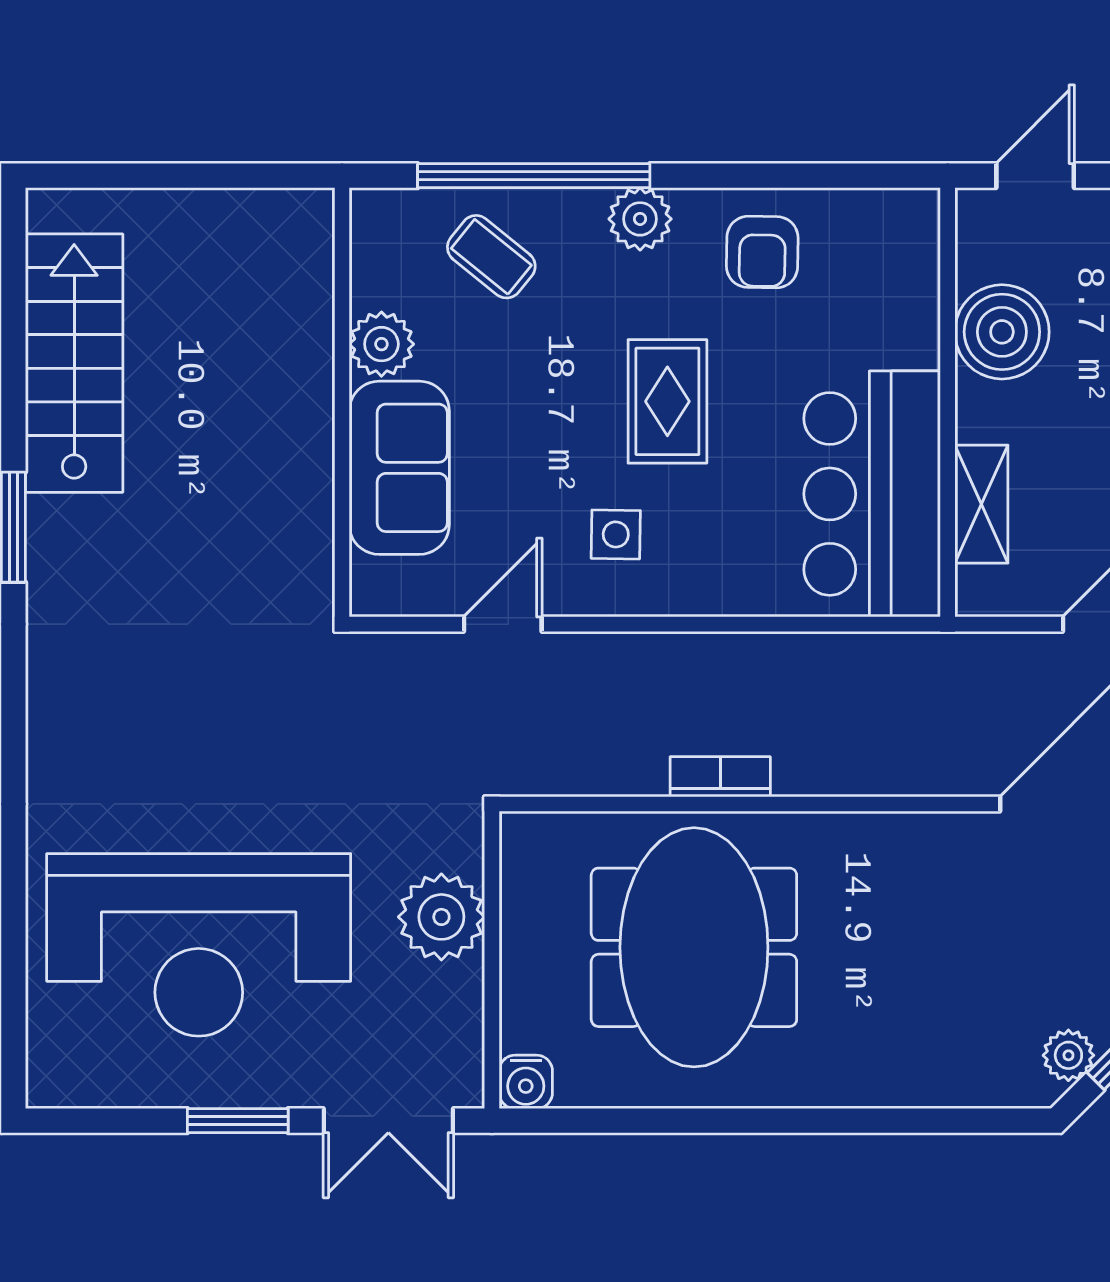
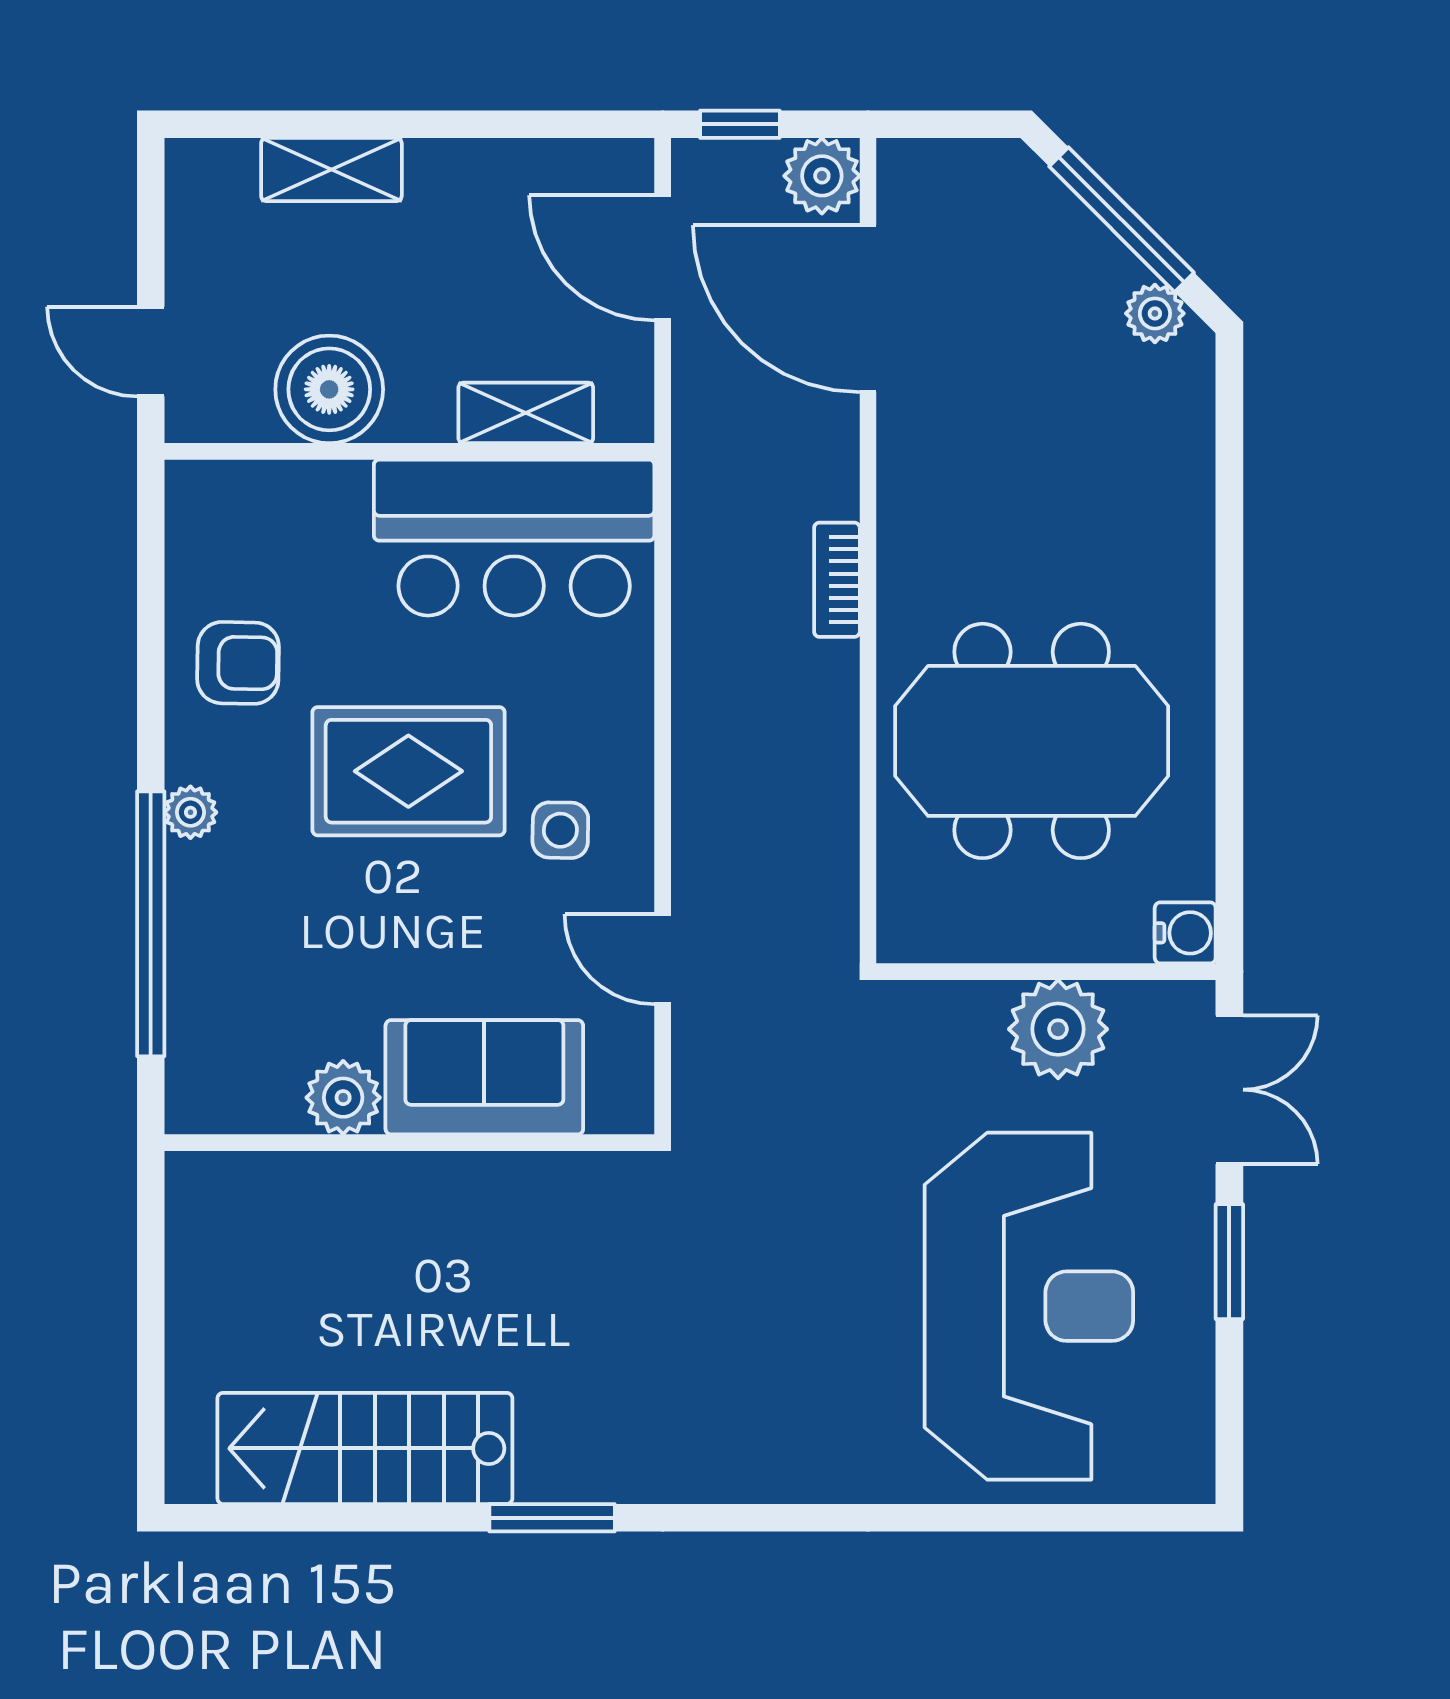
plant: (640, 219) -> (190, 812), width x0.73, depth x0.73
coffee table: (491, 257) -> (243, 972), removed
rug: (667, 401) -> (408, 771), width x1.36, depth x1.43
bookcase: (720, 777) -> (837, 580), moved
plant: (441, 917) -> (1058, 1029), moved

